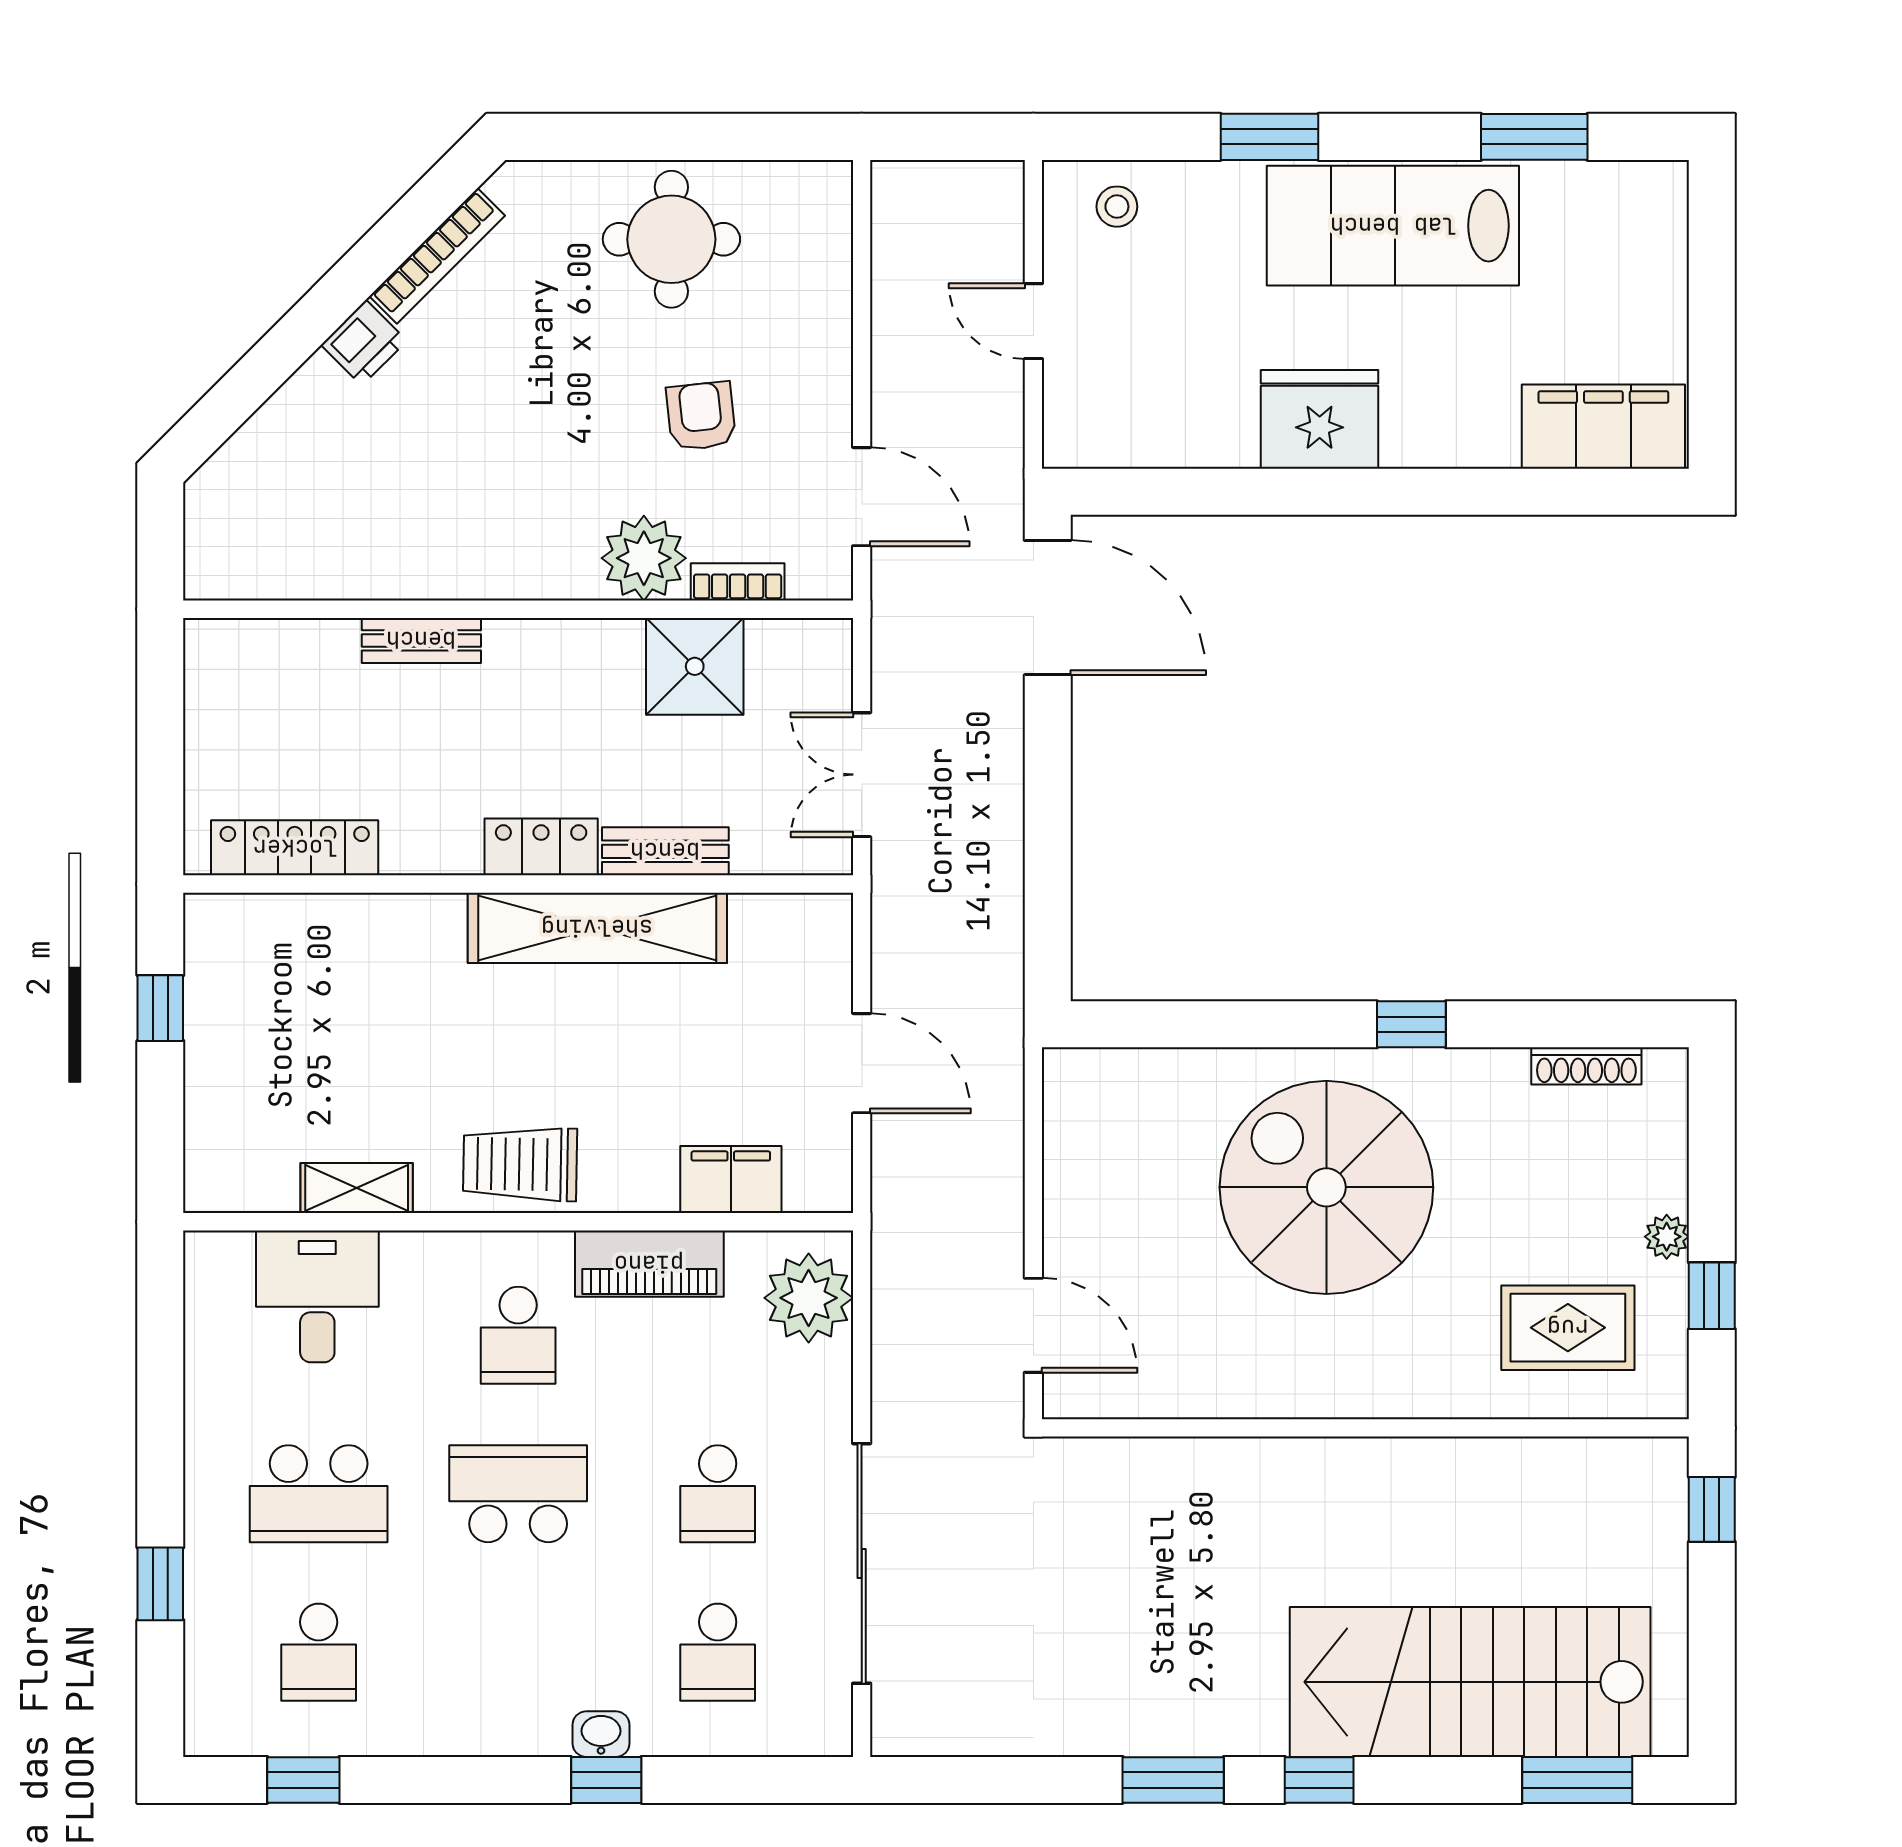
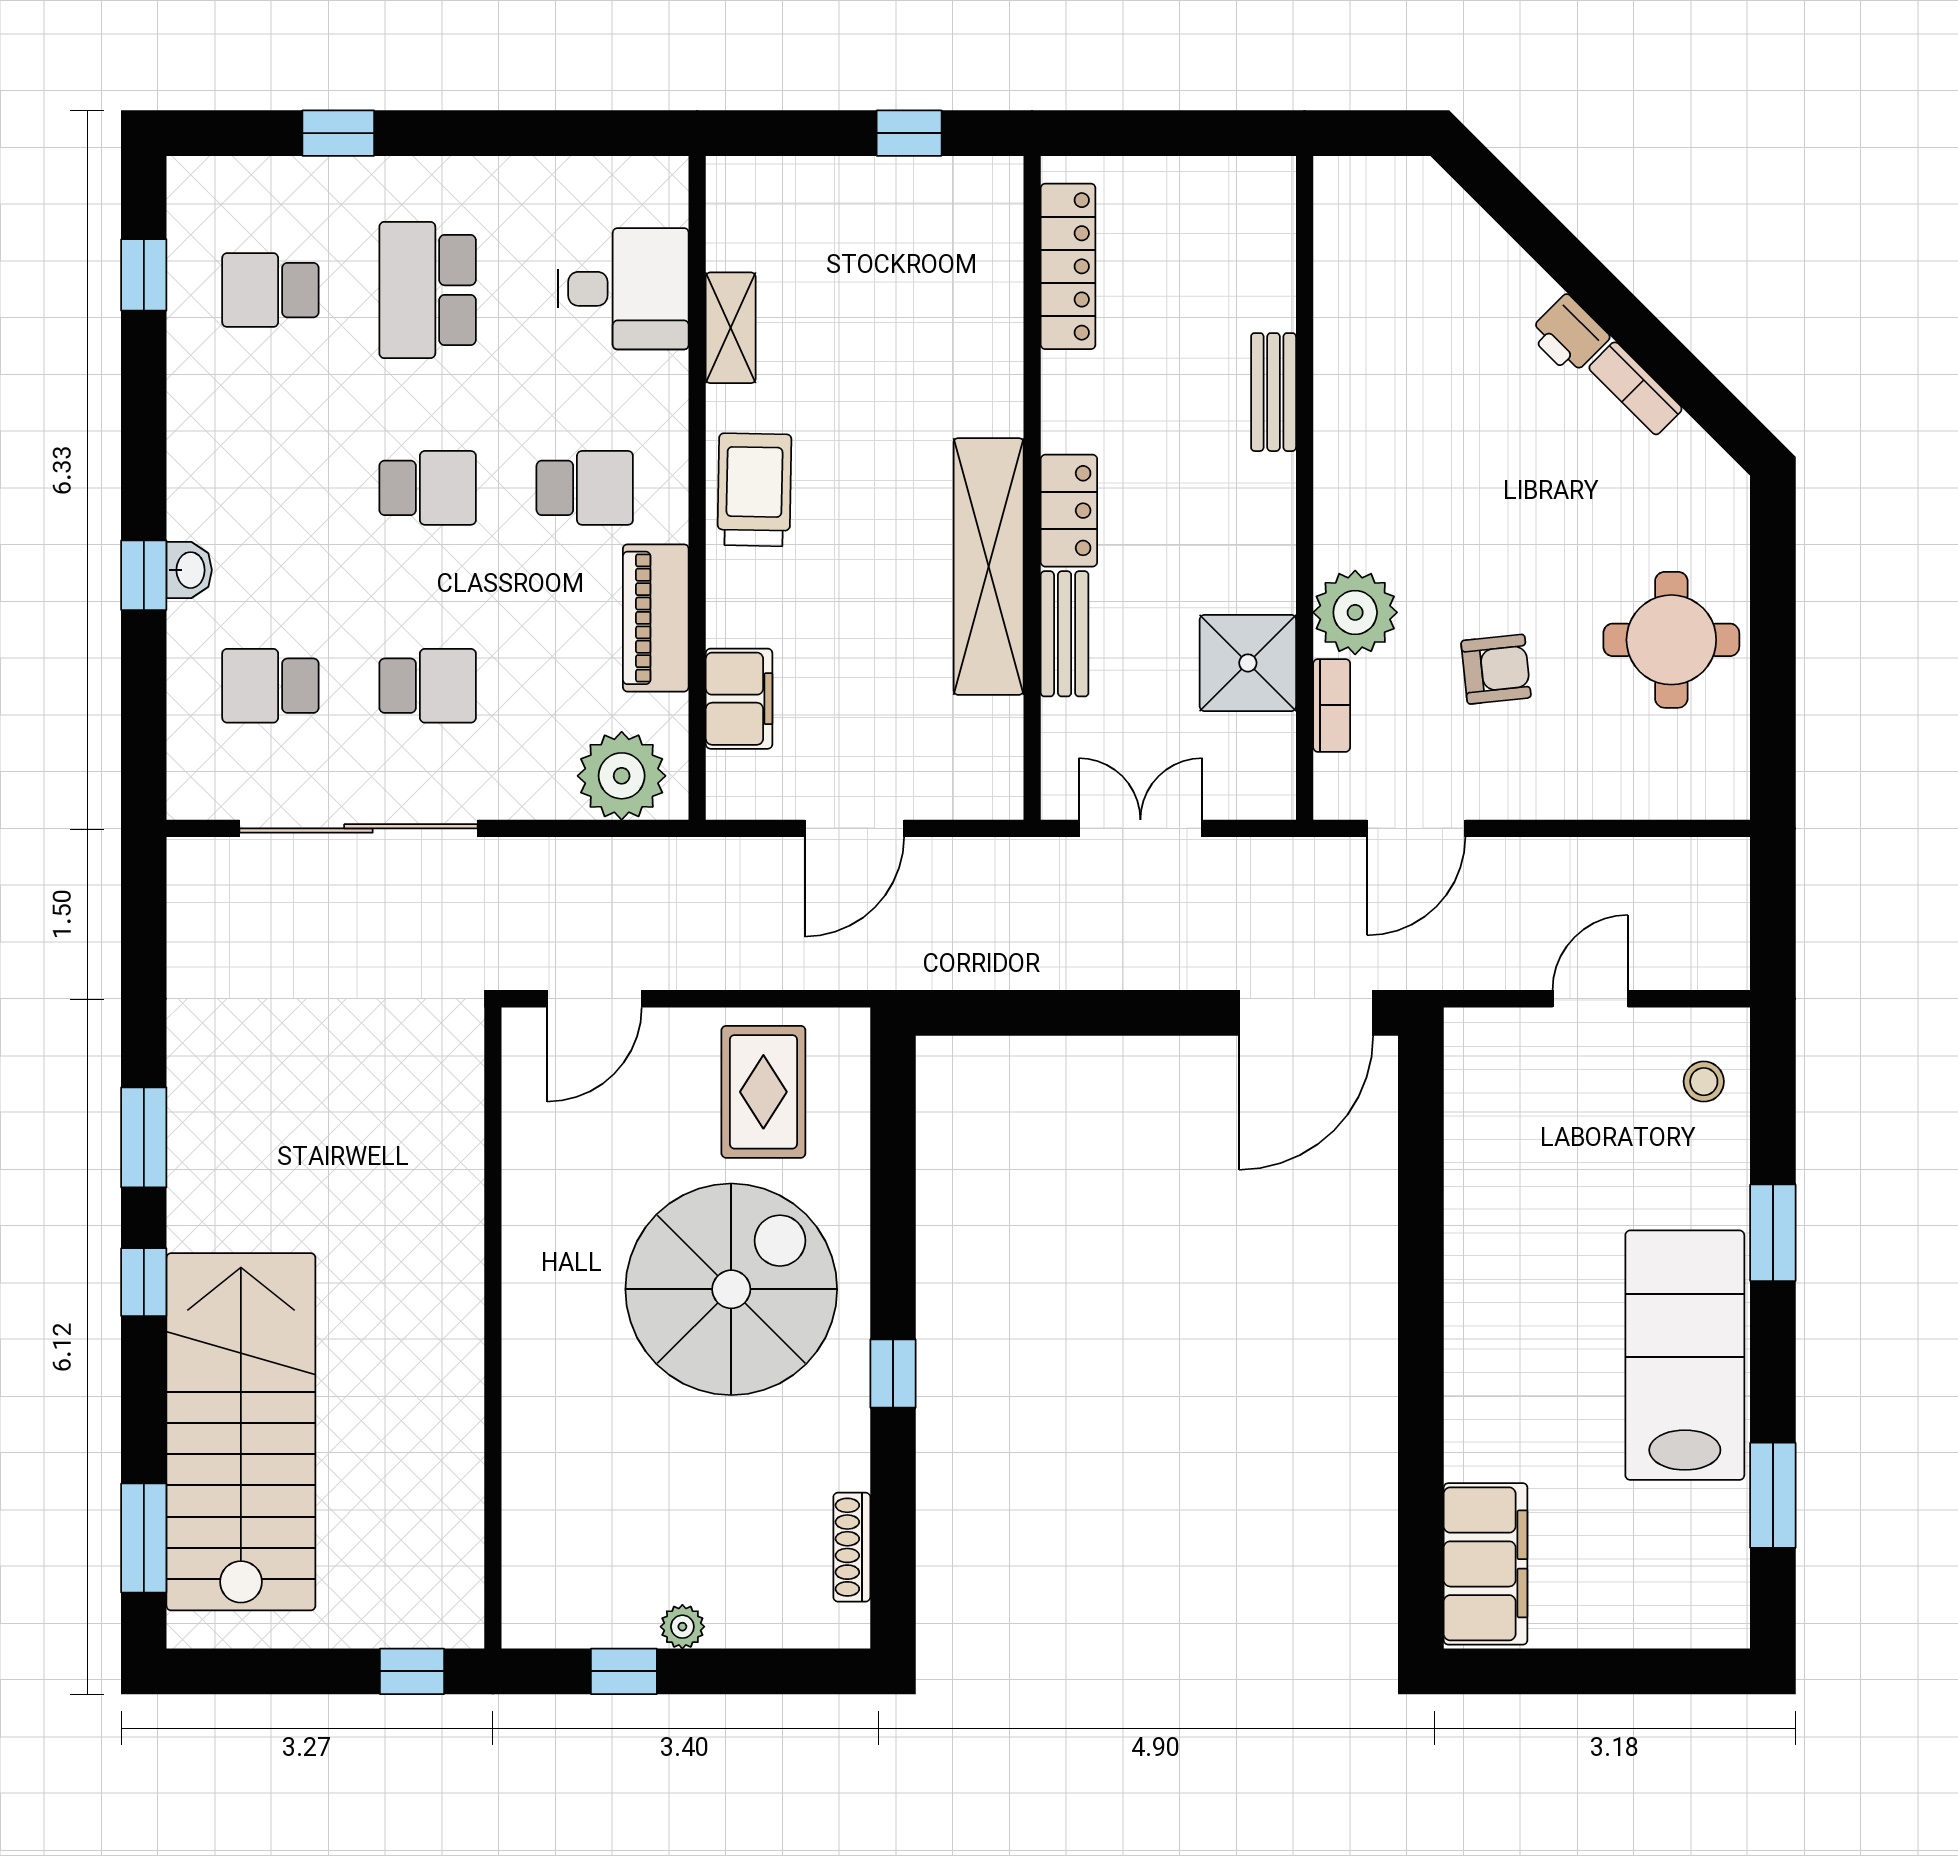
bookcase: (437, 256) -> (1635, 388), width x0.64
fridge: (1320, 419) -> (1493, 1282), removed
rug: (1568, 1328) -> (763, 1092), moved
school desk: (518, 1335) -> (585, 488), turned 180
school desk: (518, 1494) -> (428, 488), width x0.54
school desk: (718, 1494) -> (428, 686), turned 180

